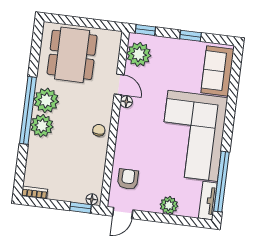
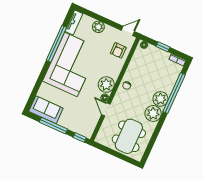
window: (191, 36) -> (53, 126), width x2.17
plant: (139, 54) -> (106, 85), moved
sofa: (217, 71) -> (46, 110), moved, turned -90
window: (28, 110) -> (174, 93), moved
window: (221, 182) -> (56, 44), moved
window: (80, 208) -> (163, 47), moved

